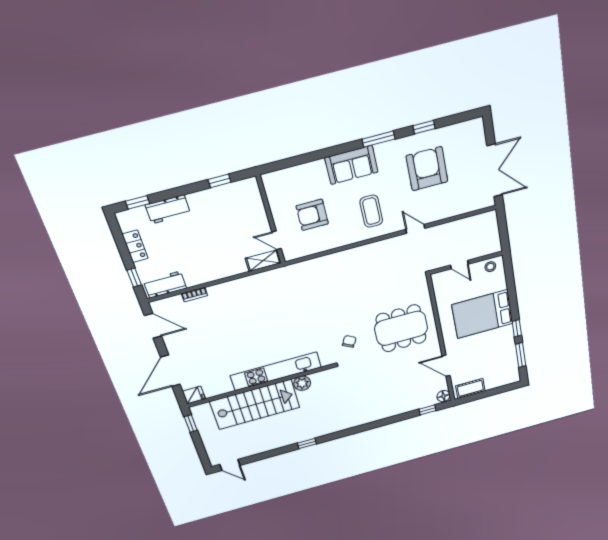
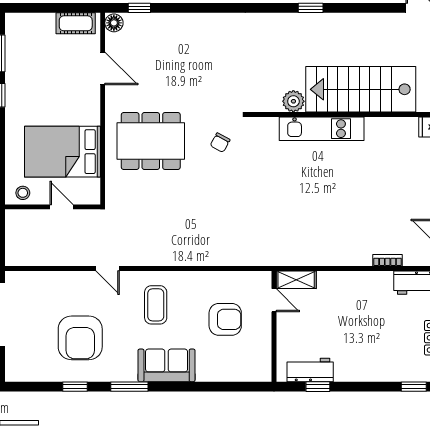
workbench: (168, 209) -> (310, 370), moved
bed: (482, 314) -> (63, 152), moved, turned 180
kitchen unit: (276, 371) -> (322, 129), width x0.73

